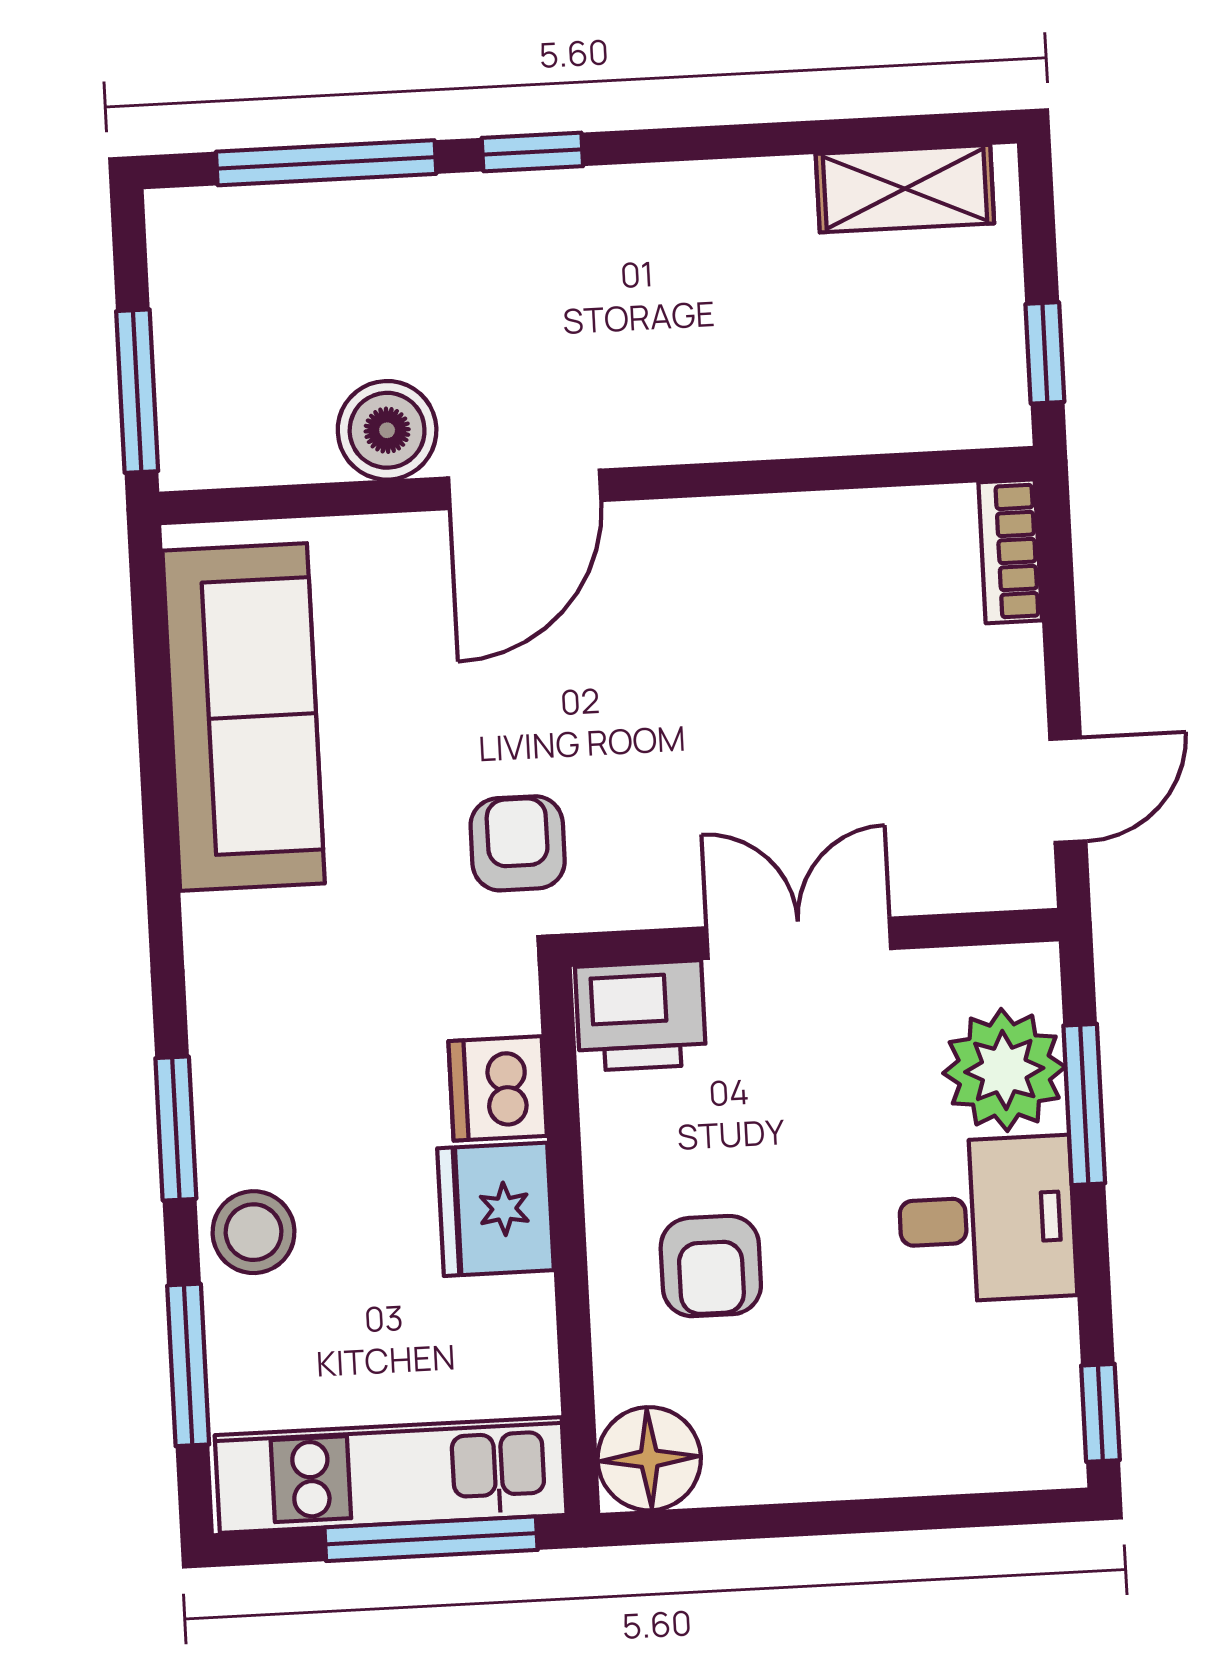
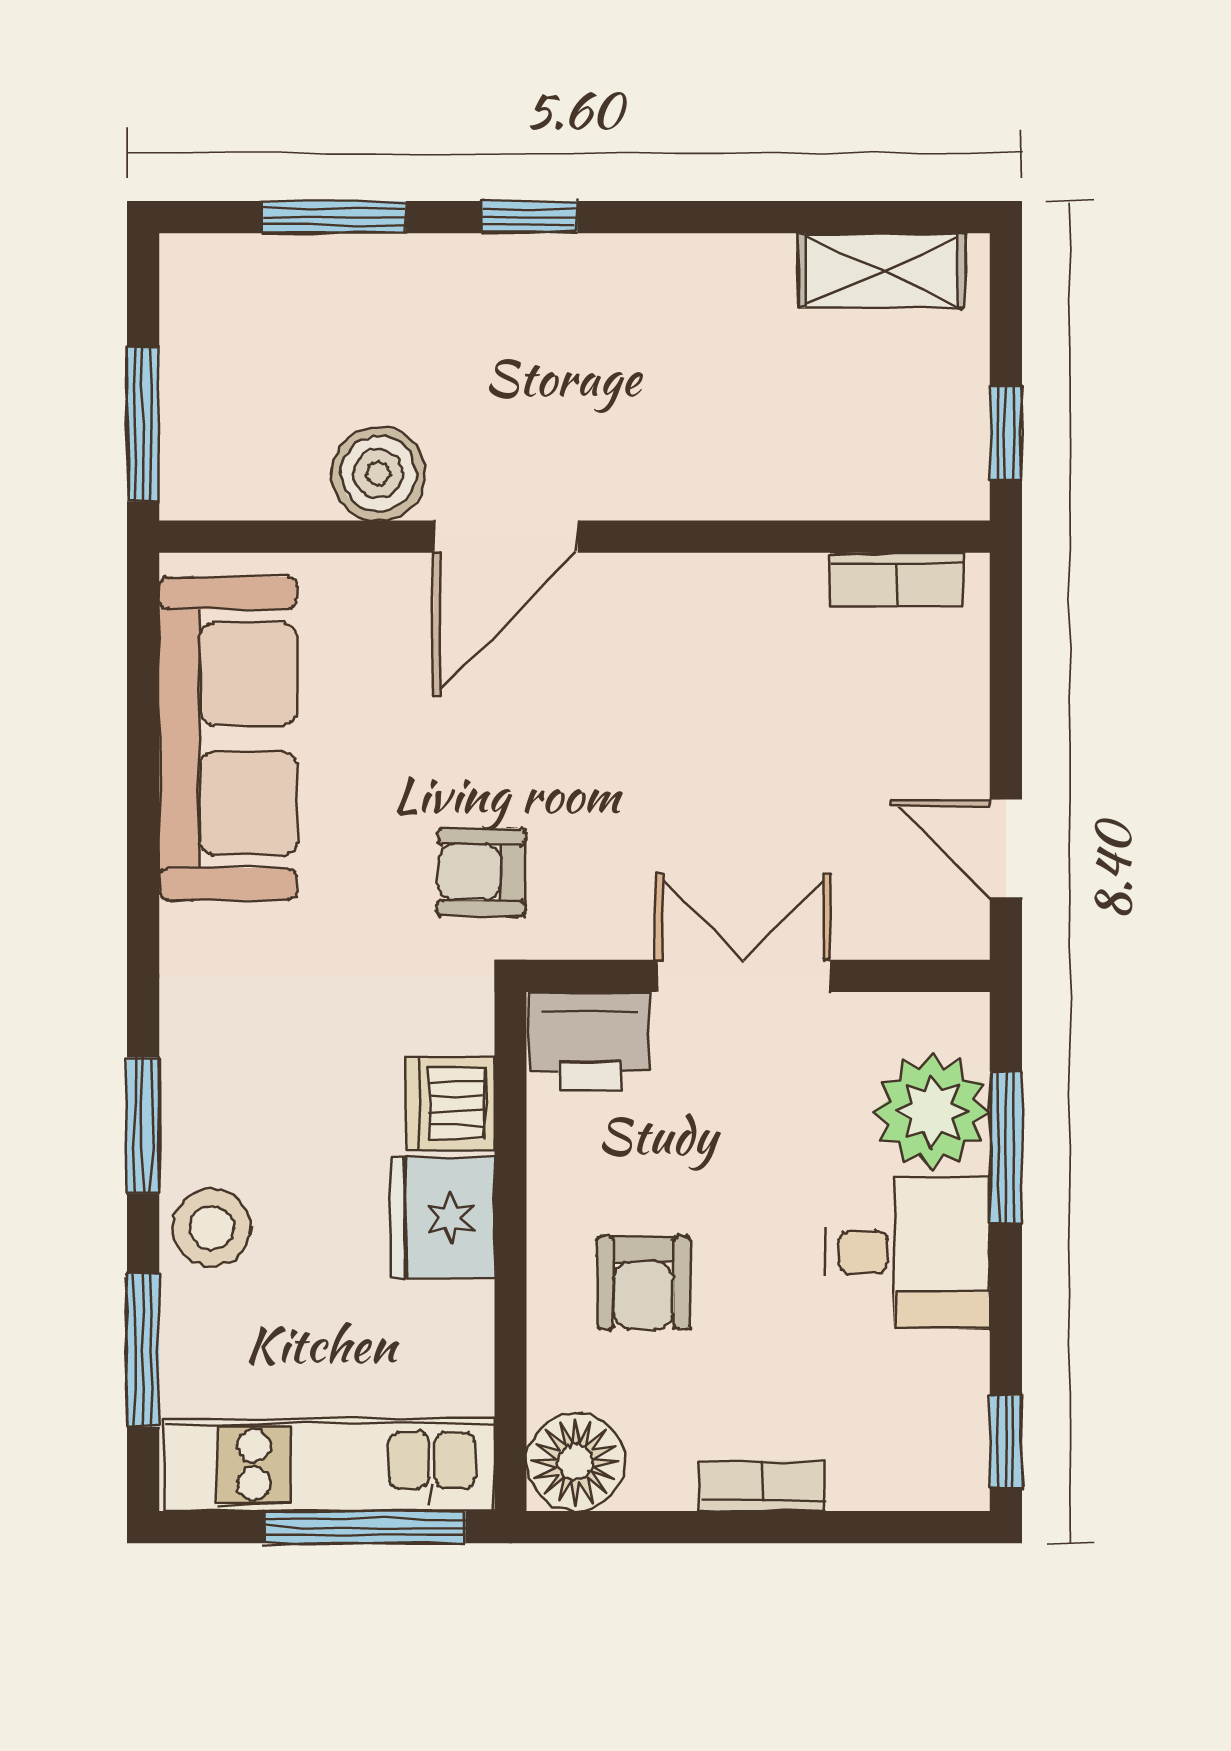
window: (326, 163) -> (334, 217), width x0.69
bookcase: (1010, 551) -> (897, 579), moved, turned -90
door: (1068, 790) -> (1006, 849), swing flipped
armchair: (518, 843) -> (481, 872), turned -90
bookcase: (846, 1474) -> (762, 1486), added

